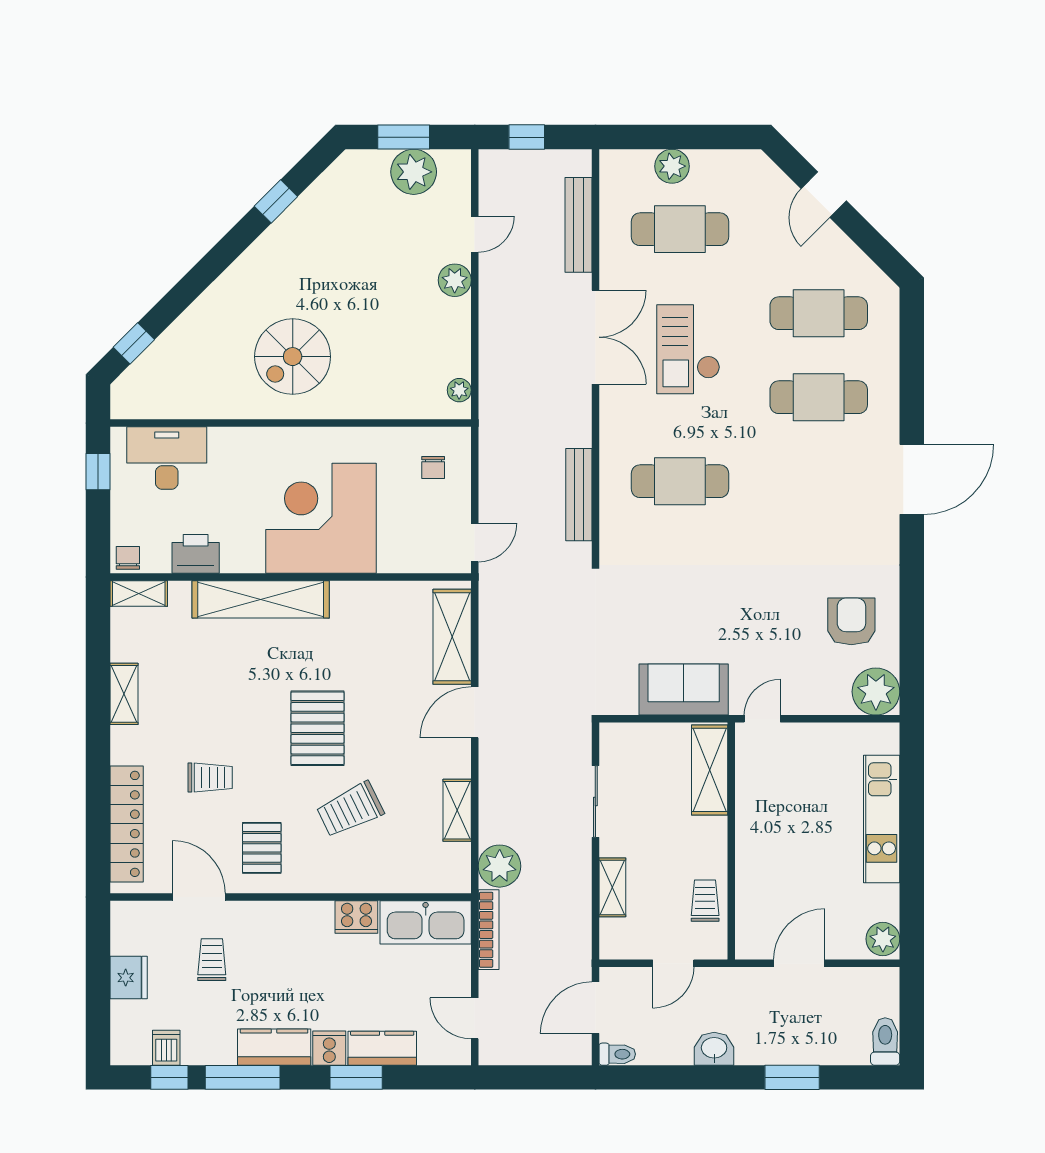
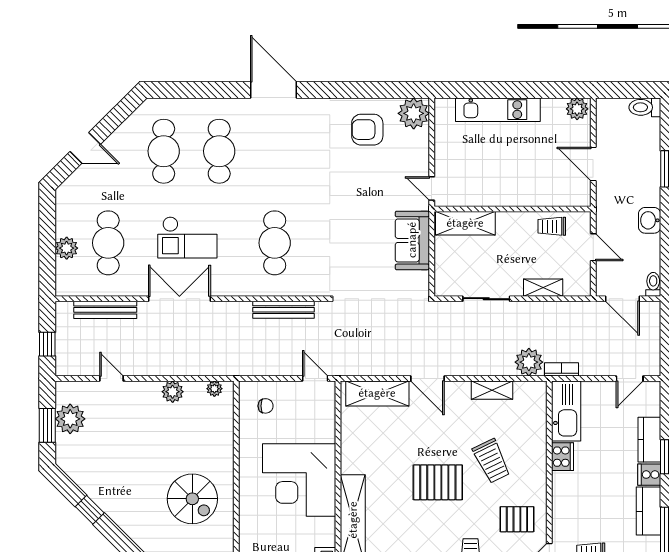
plant: (455, 280) -> (173, 392), moved
bookcase: (489, 930) -> (561, 369), width x0.64

